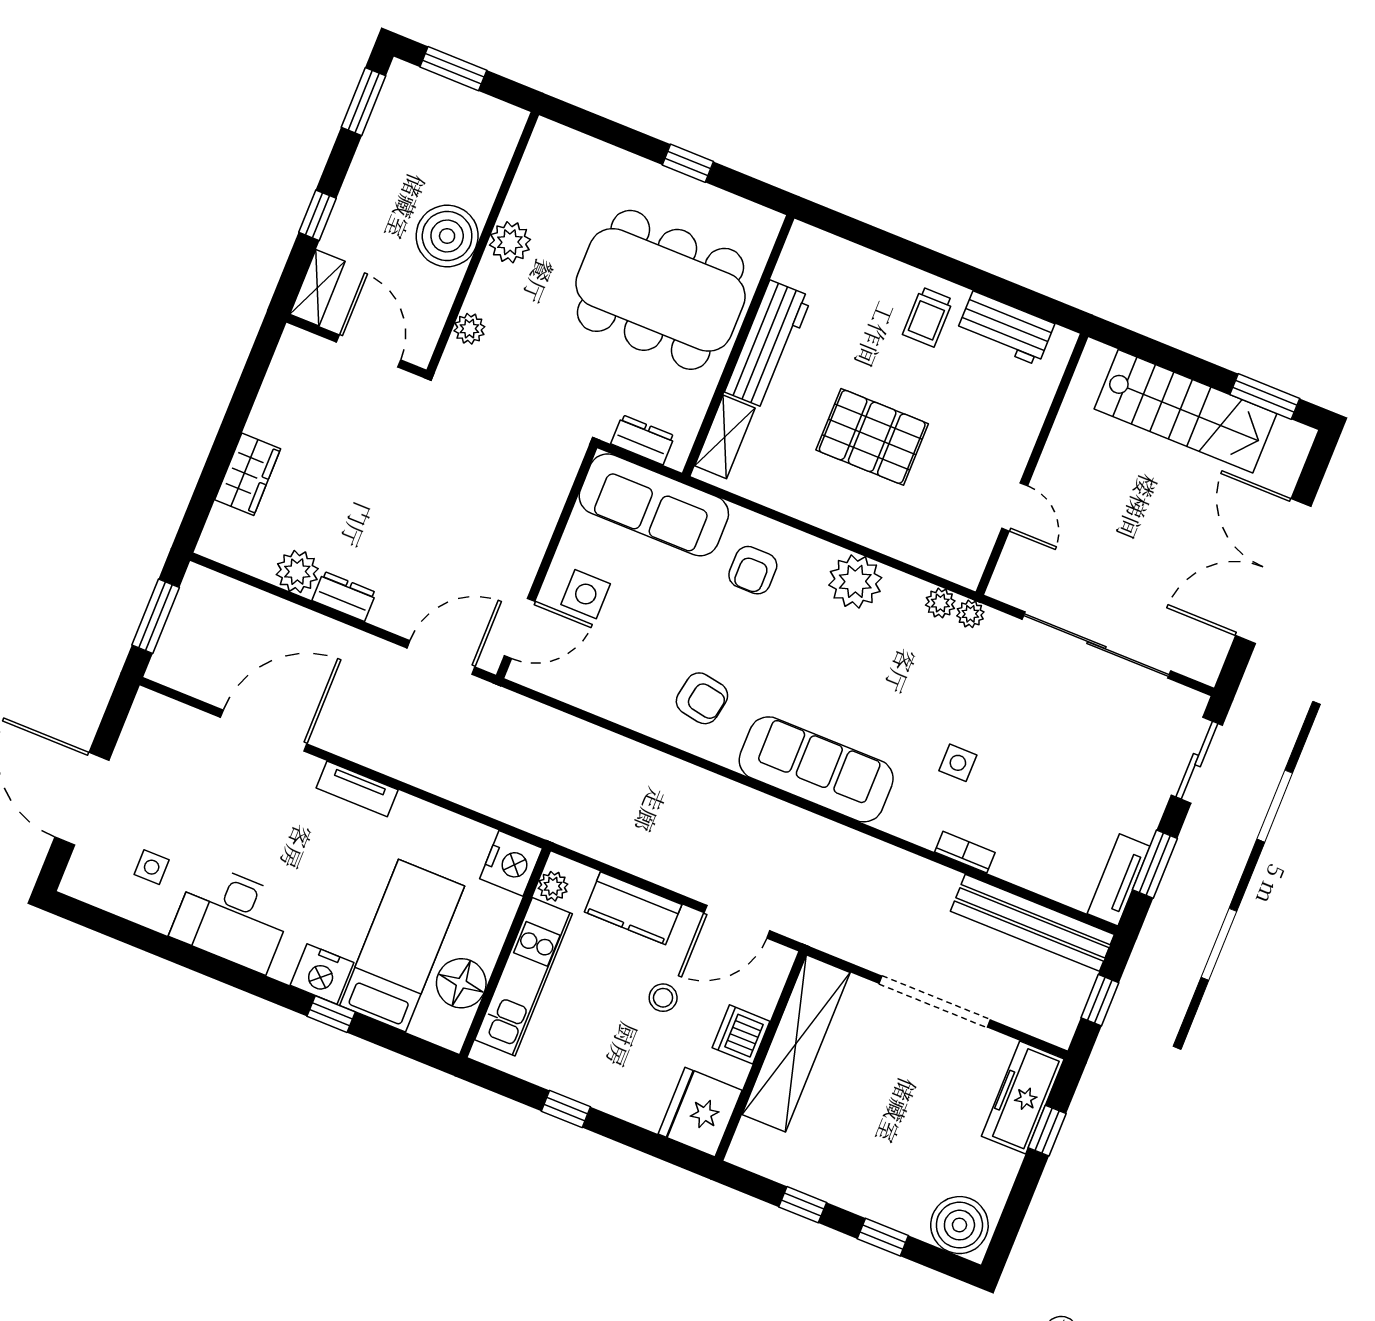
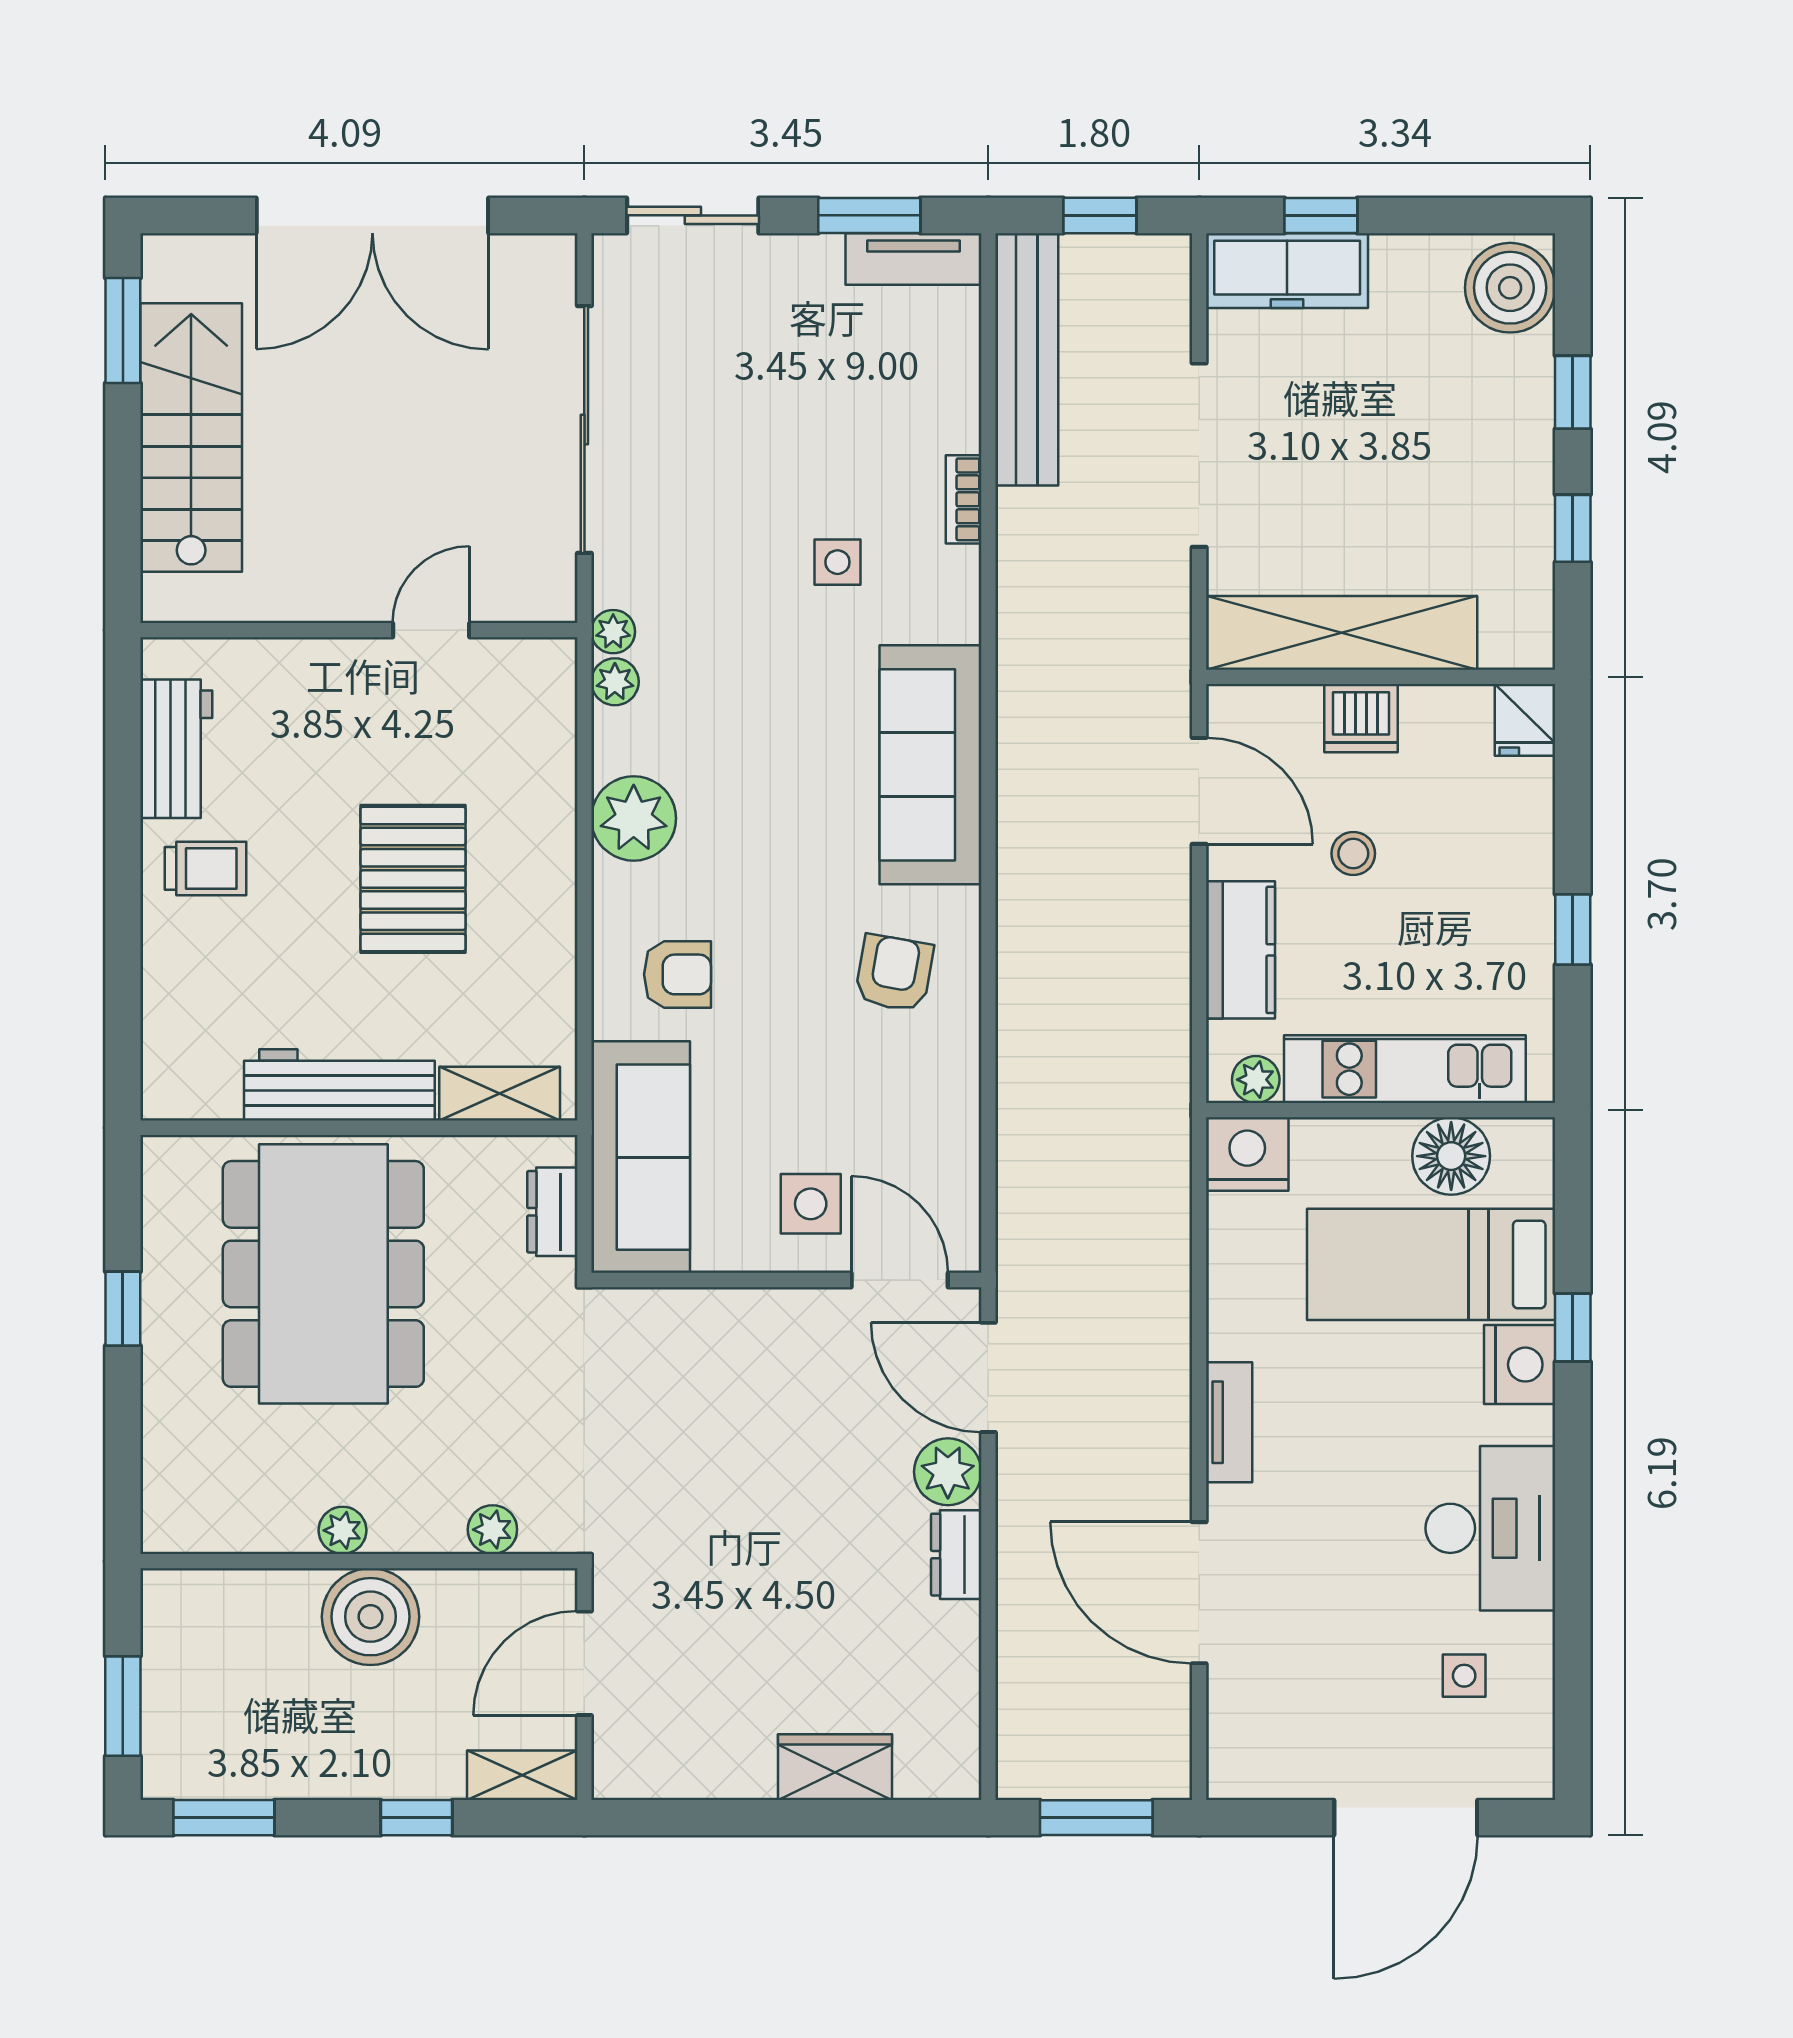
plant: (510, 242) -> (343, 1530), width x0.73, depth x0.73
plant: (297, 572) -> (948, 1472), moved
fridge: (700, 1112) -> (1525, 720), width x0.53, depth x0.75

